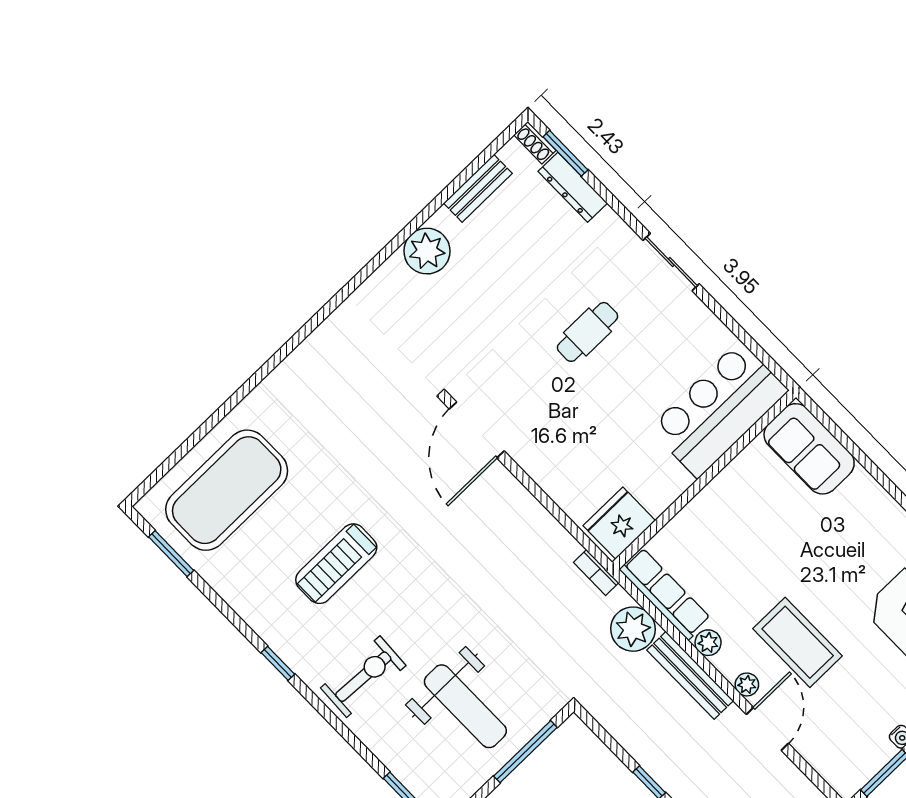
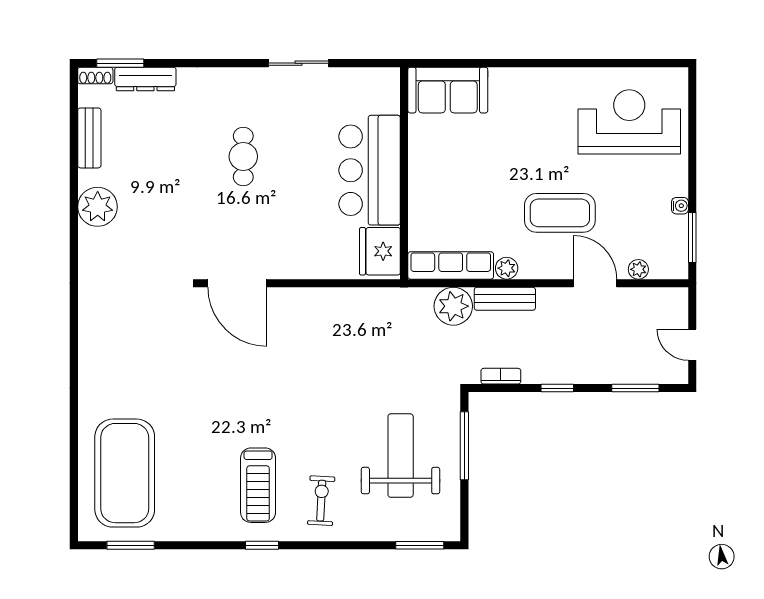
sliding door: (671, 262) -> (298, 63), moved
bar counter: (719, 410) -> (370, 170), moved
treadmill: (336, 564) -> (258, 485), moved
bookcase: (596, 573) -> (501, 376), moved, turned 180
bench: (690, 675) -> (505, 299), width x0.73
exercise bike: (363, 677) -> (321, 501), width x0.73, depth x0.72
plant: (747, 684) -> (638, 269), moved
weight bench: (465, 706) -> (401, 456), turned -90

